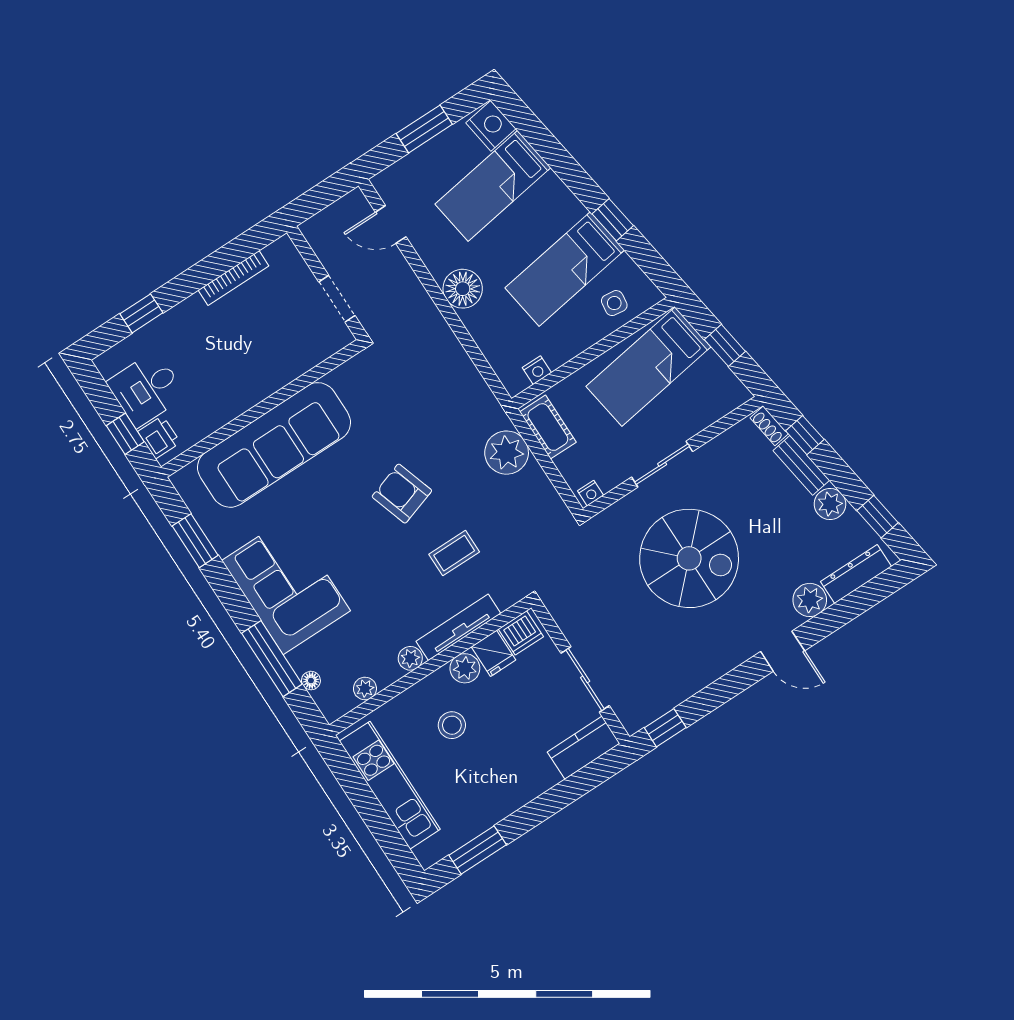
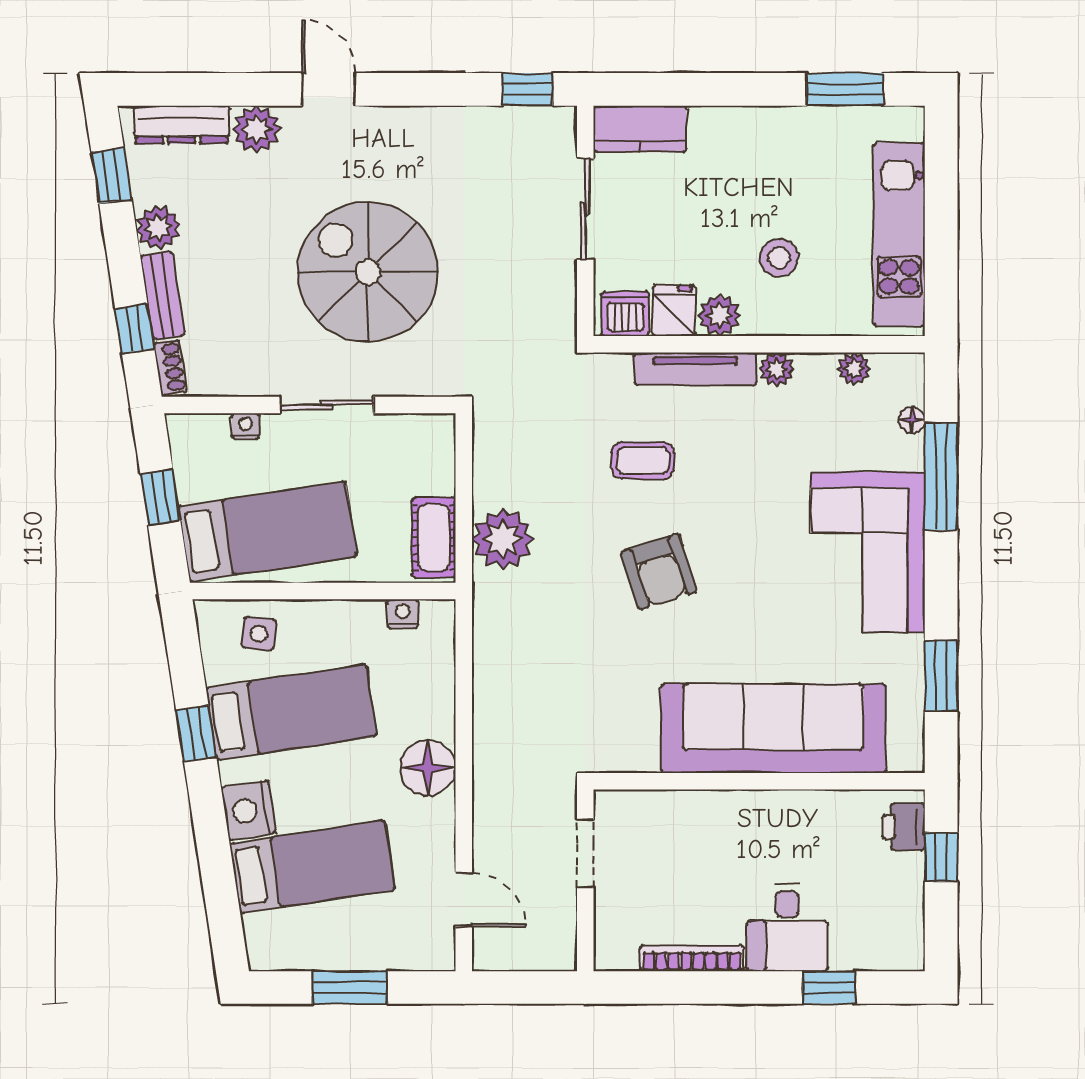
nightstand: (491, 126) -> (249, 810), moved
desk: (146, 389) -> (787, 928), moved, turned 90
nightstand: (590, 493) -> (246, 426), moved

